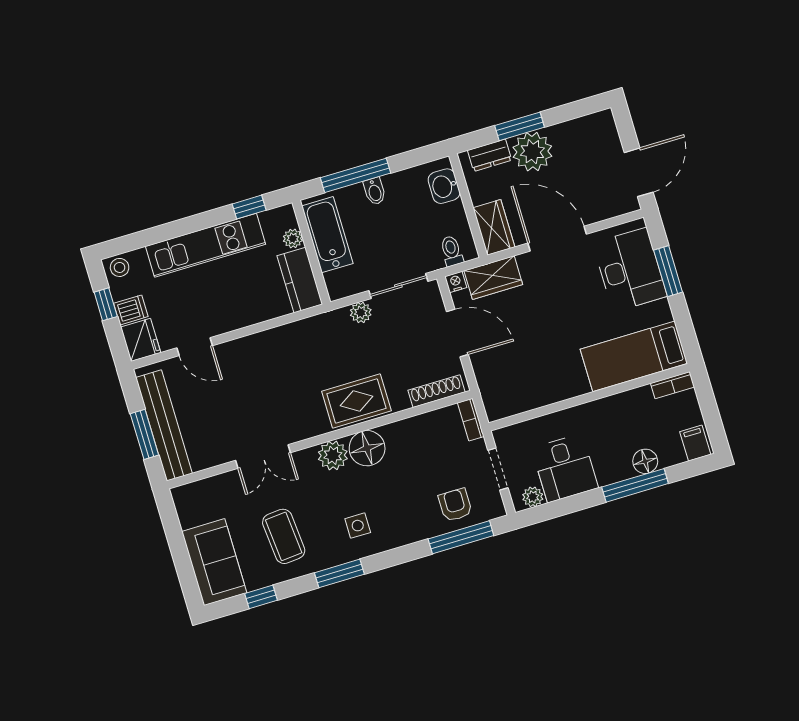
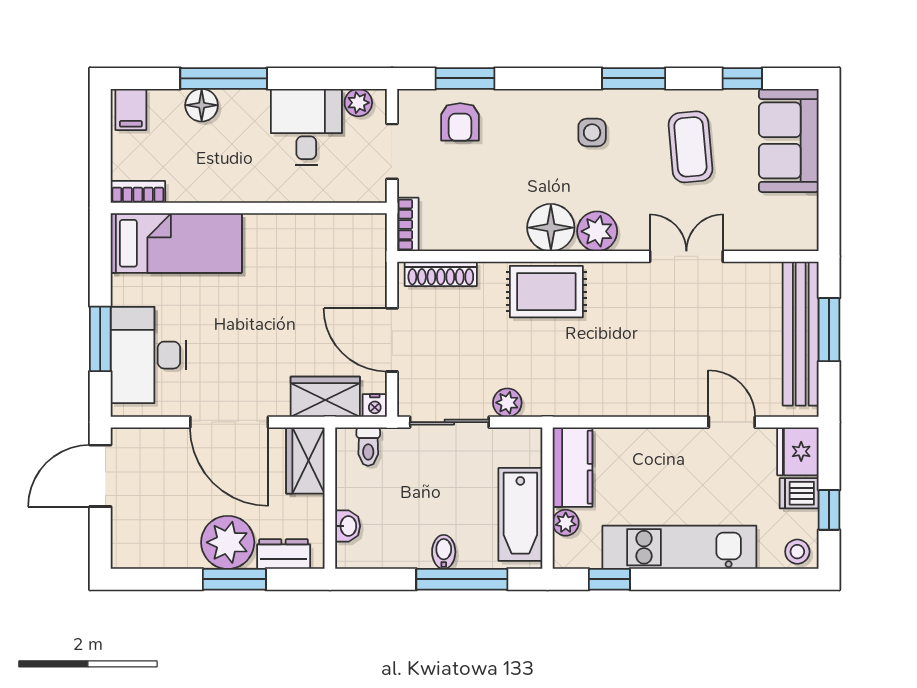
washbasin: (444, 186) -> (348, 526), width x0.72, depth x0.69
window: (461, 537) -> (465, 78), width x0.69

